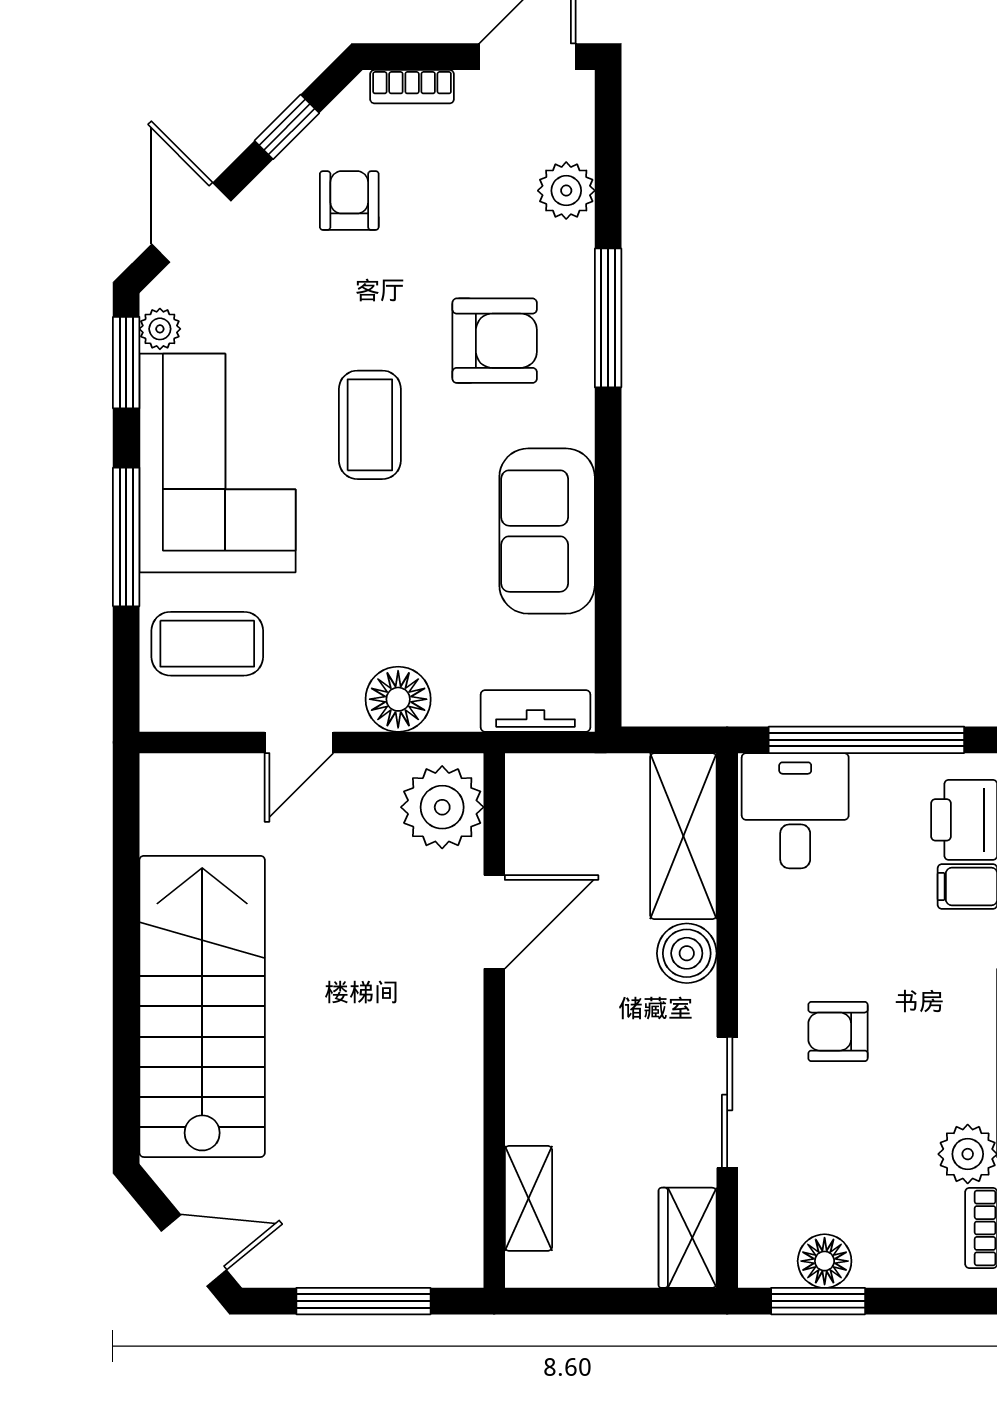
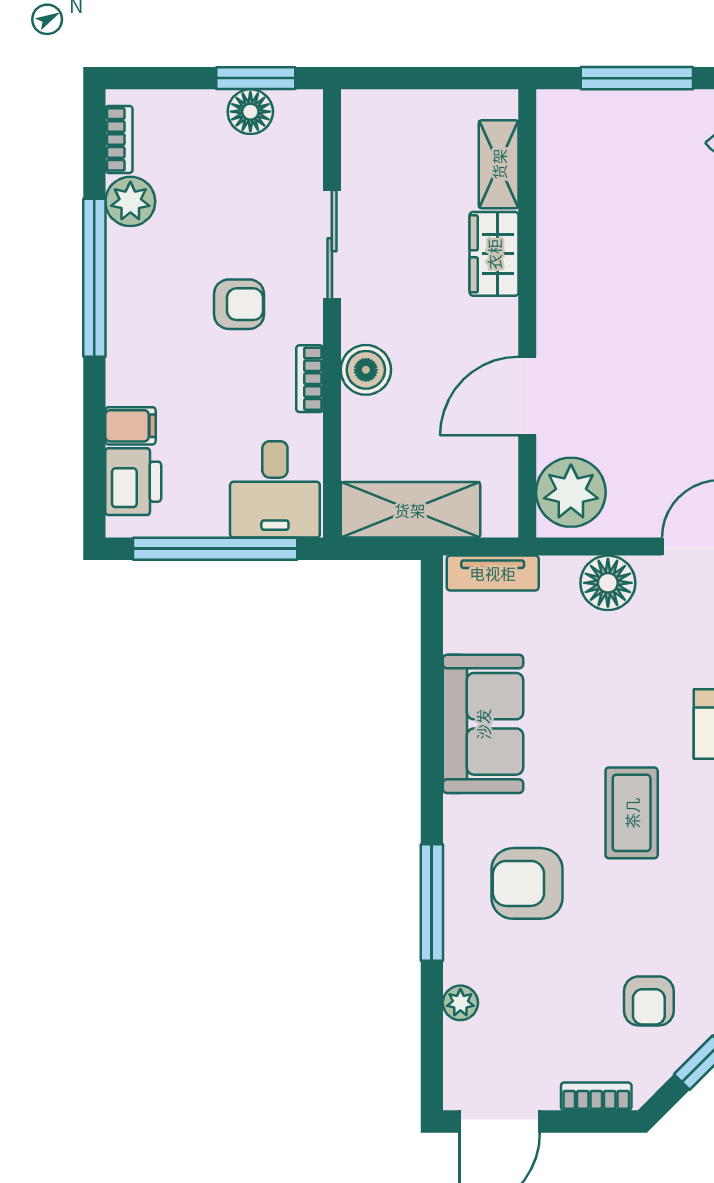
plant: (566, 191) -> (460, 1003), width x0.73, depth x0.73
shelving: (683, 836) -> (410, 510), moved, turned 90
bookcase: (754, 943) -> (310, 379), added
wardrobe: (688, 1238) -> (494, 254), moved, turned 180

